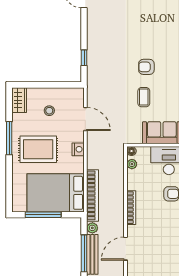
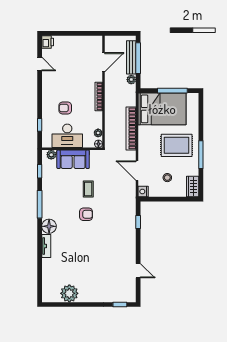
nightstand: (78, 149) -> (143, 192), moved
bookcase: (93, 195) -> (131, 128), moved

